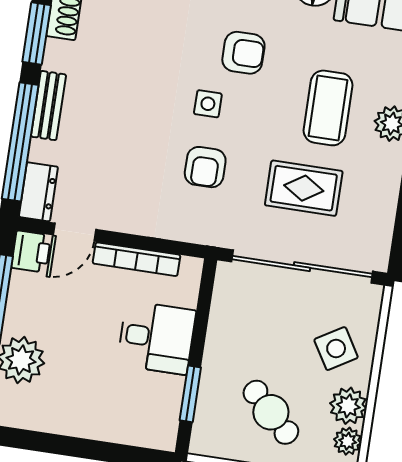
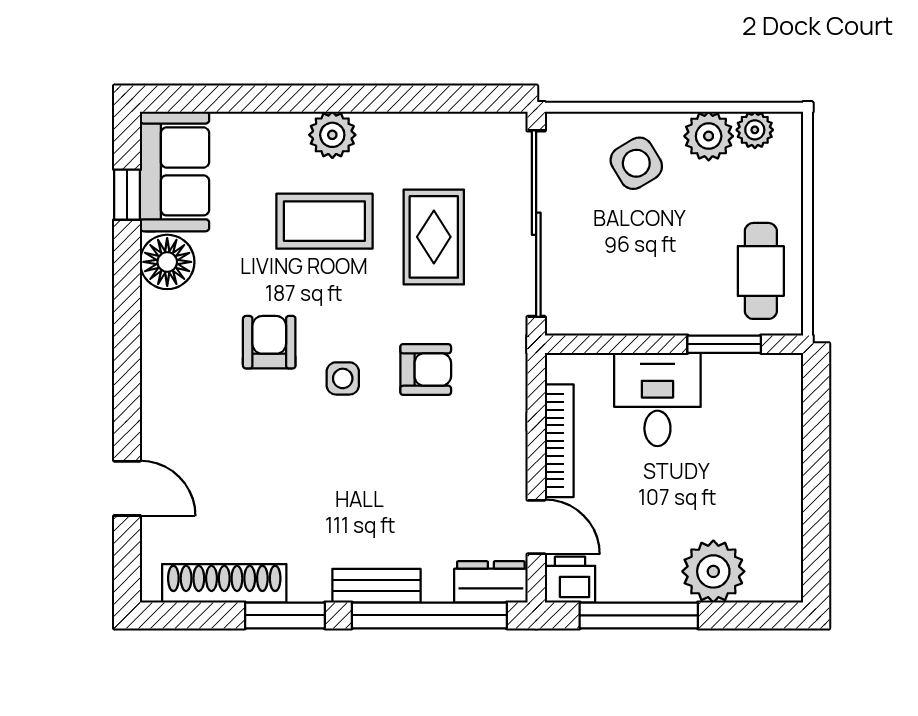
cafe table: (271, 412) -> (761, 271), moved, turned -44

